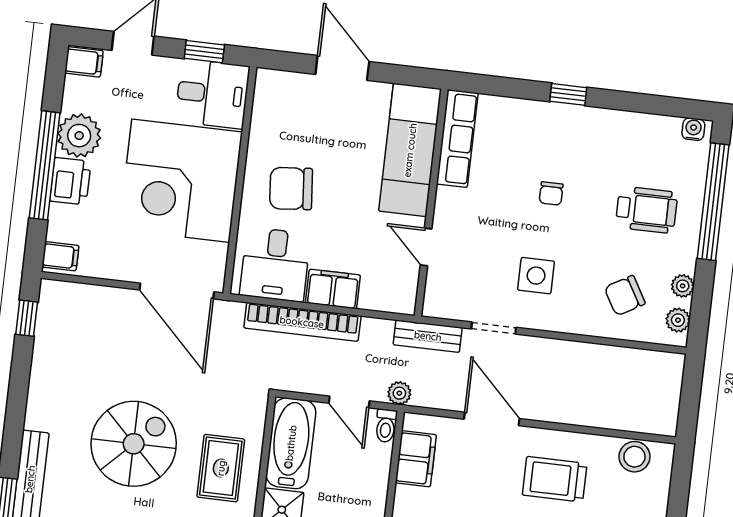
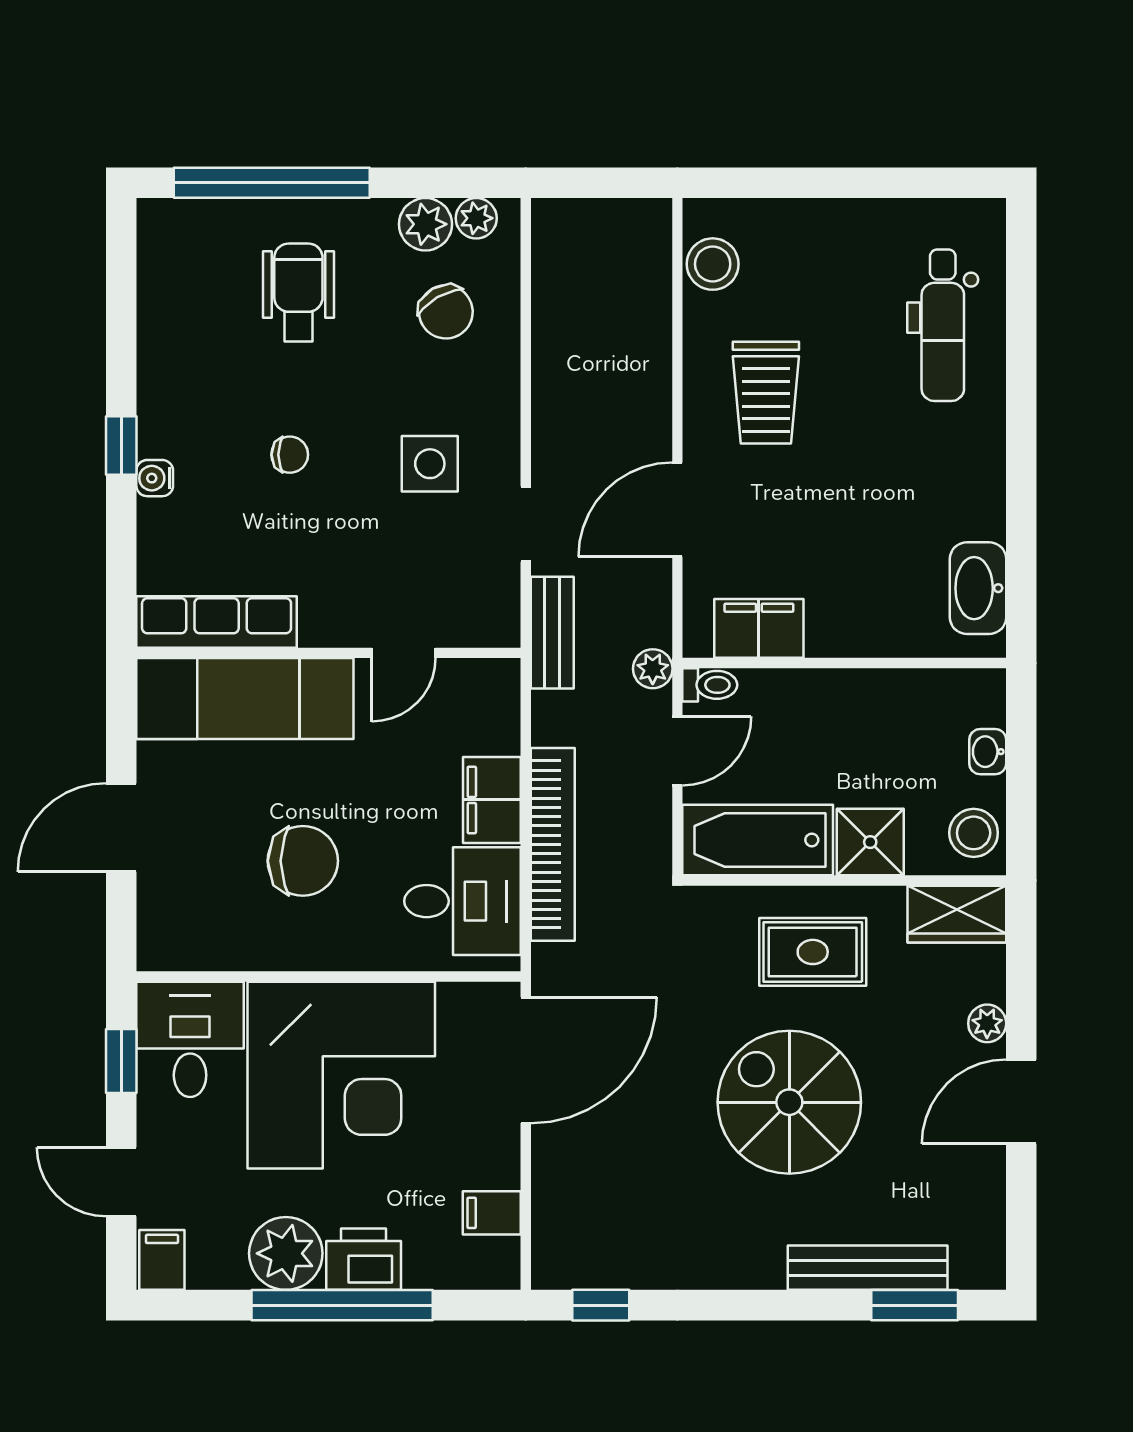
water cooler: (693, 129) -> (155, 478), moved
chair: (291, 188) -> (303, 861), moved, turned -85
filing cabinet: (60, 256) -> (492, 1213), moved, turned -90
plant: (683, 286) -> (425, 224), width x1.38, depth x1.38

